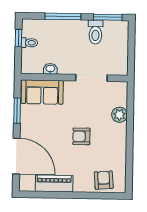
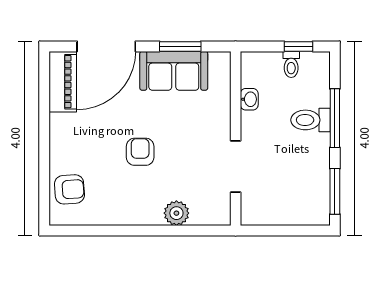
toilet: (95, 32) -> (310, 120), moved
sofa: (42, 92) -> (174, 71), moved, turned -90
piano: (54, 183) -> (63, 82), moved

